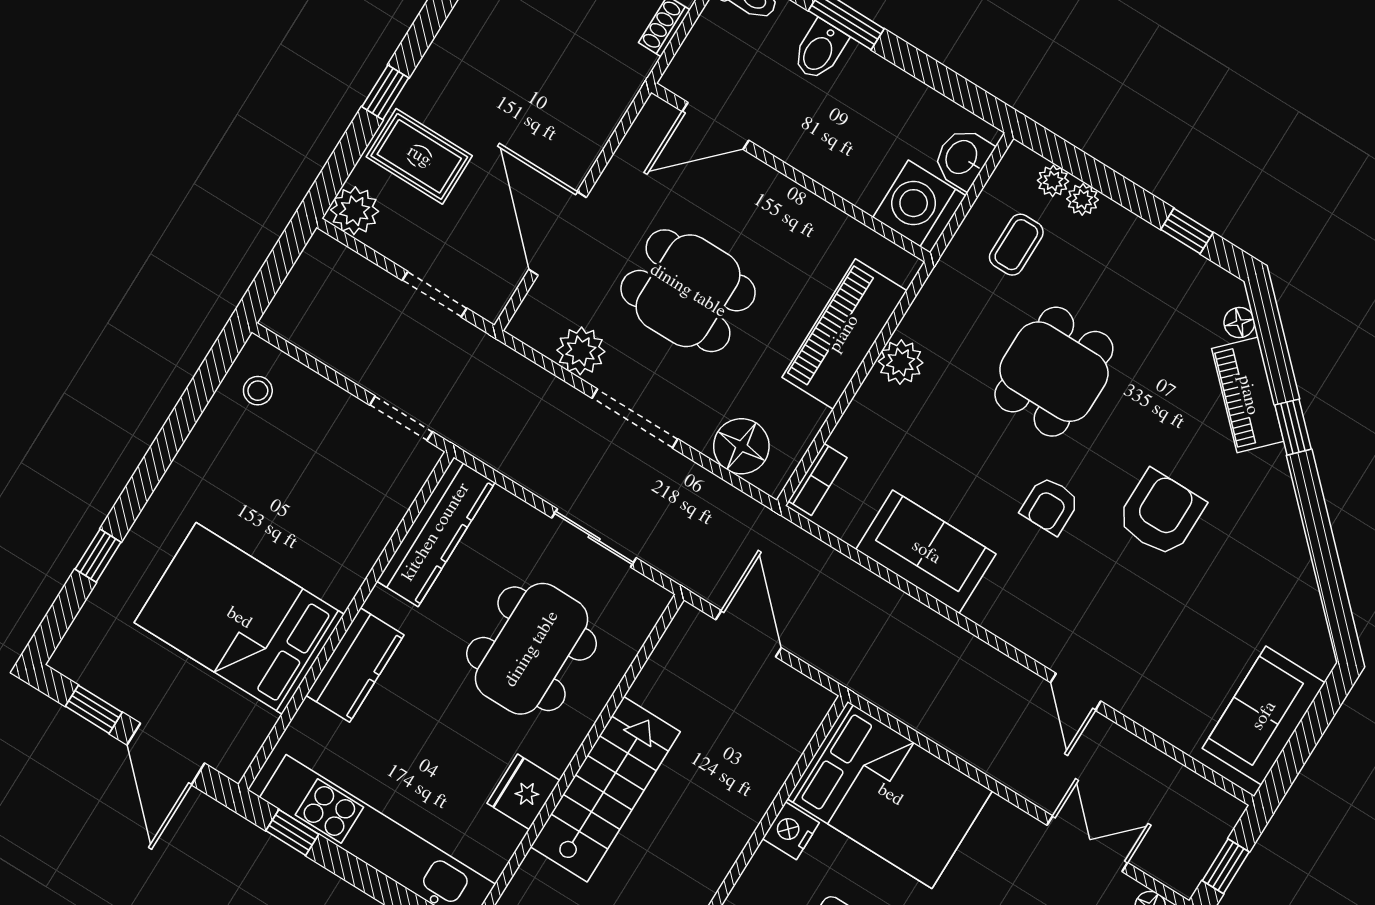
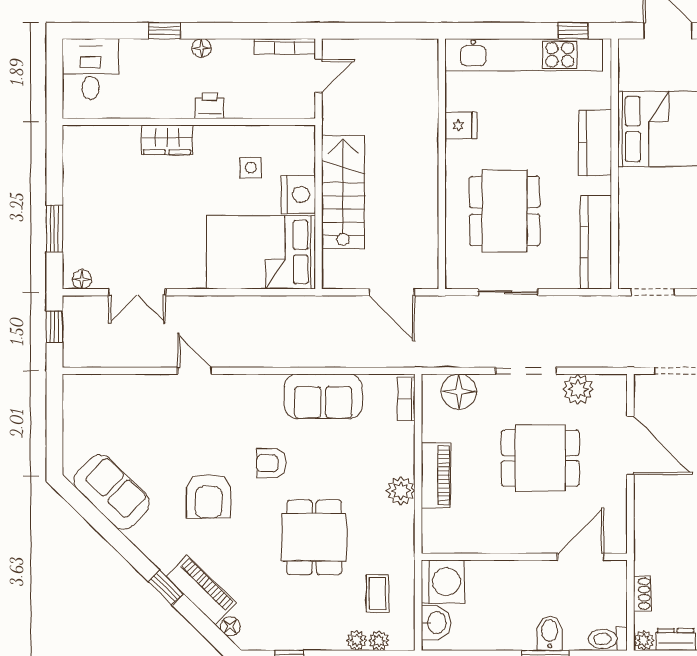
piano: (844, 334) -> (436, 475), width x0.73, depth x0.75
armchair: (1050, 506) -> (271, 463), turned -90
sofa: (1264, 716) -> (112, 492), moved, turned -45
stairs: (605, 789) -> (343, 192), moved, turned 180
fridge: (523, 792) -> (461, 125), width x0.72
nightstand: (791, 831) -> (298, 194), width x1.36, depth x1.33

